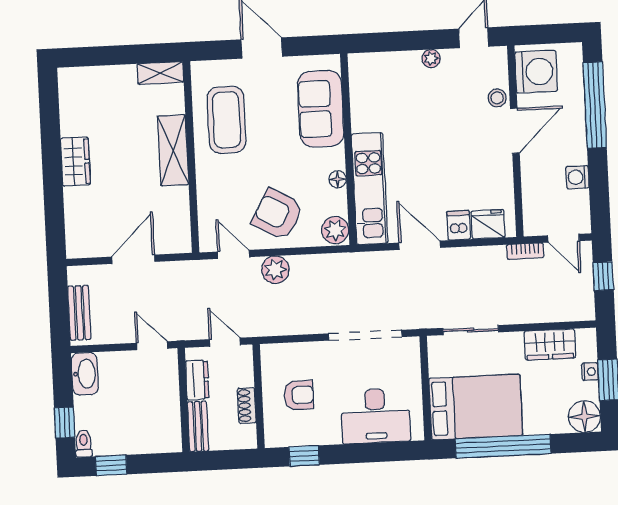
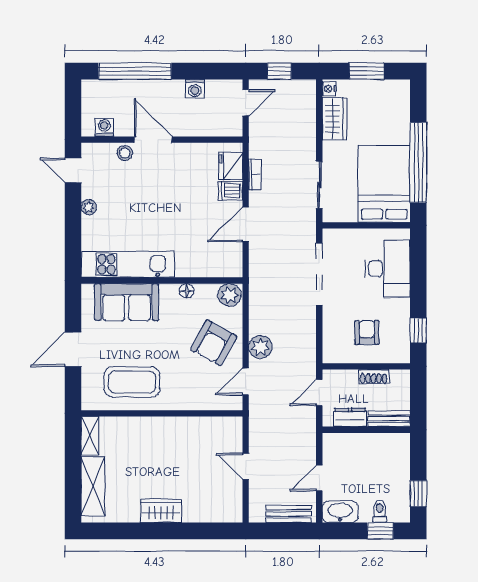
washing machine: (536, 72) -> (104, 127), width x0.53, depth x0.53
shelving: (173, 150) -> (93, 486), moved, turned 90
kitchen unit: (370, 189) -> (128, 264), moved
bookcase: (525, 251) -> (255, 174), moved
door: (133, 259) -> (246, 466), width x0.73
door: (152, 346) -> (319, 478), moved
nightstand: (590, 372) -> (329, 89), moved, turned -90
floor lamp: (584, 417) -> (397, 93), removed
toilet: (84, 443) -> (380, 511), moved, turned 90

